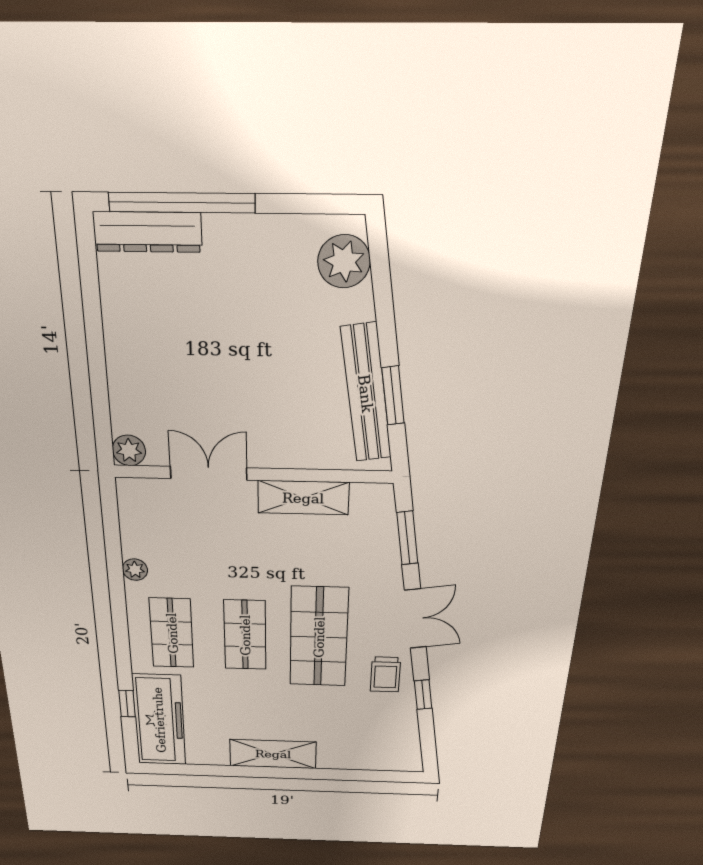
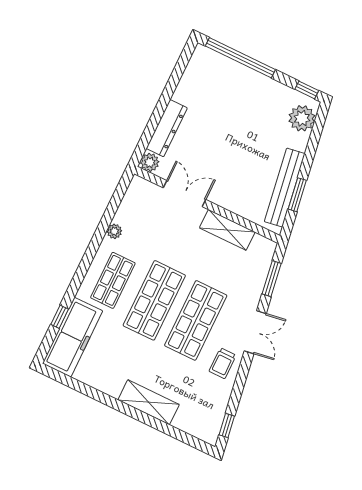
window: (330, 204) -> (307, 90), added
dresser: (148, 232) -> (167, 128), moved, turned -90
shop shelf: (245, 635) -> (154, 300), width x1.43, depth x1.36
window: (423, 695) -> (227, 426), moved
shelving: (273, 754) -> (149, 402), moved

